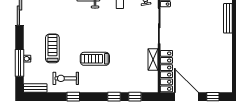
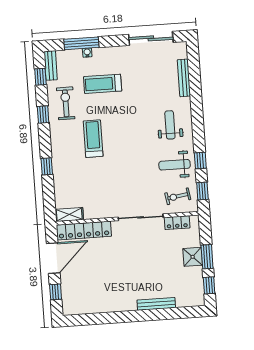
treadmill: (52, 48) -> (103, 84), turned 180
shelving: (153, 59) -> (69, 215), moved
window: (135, 97) -> (40, 77), moved

